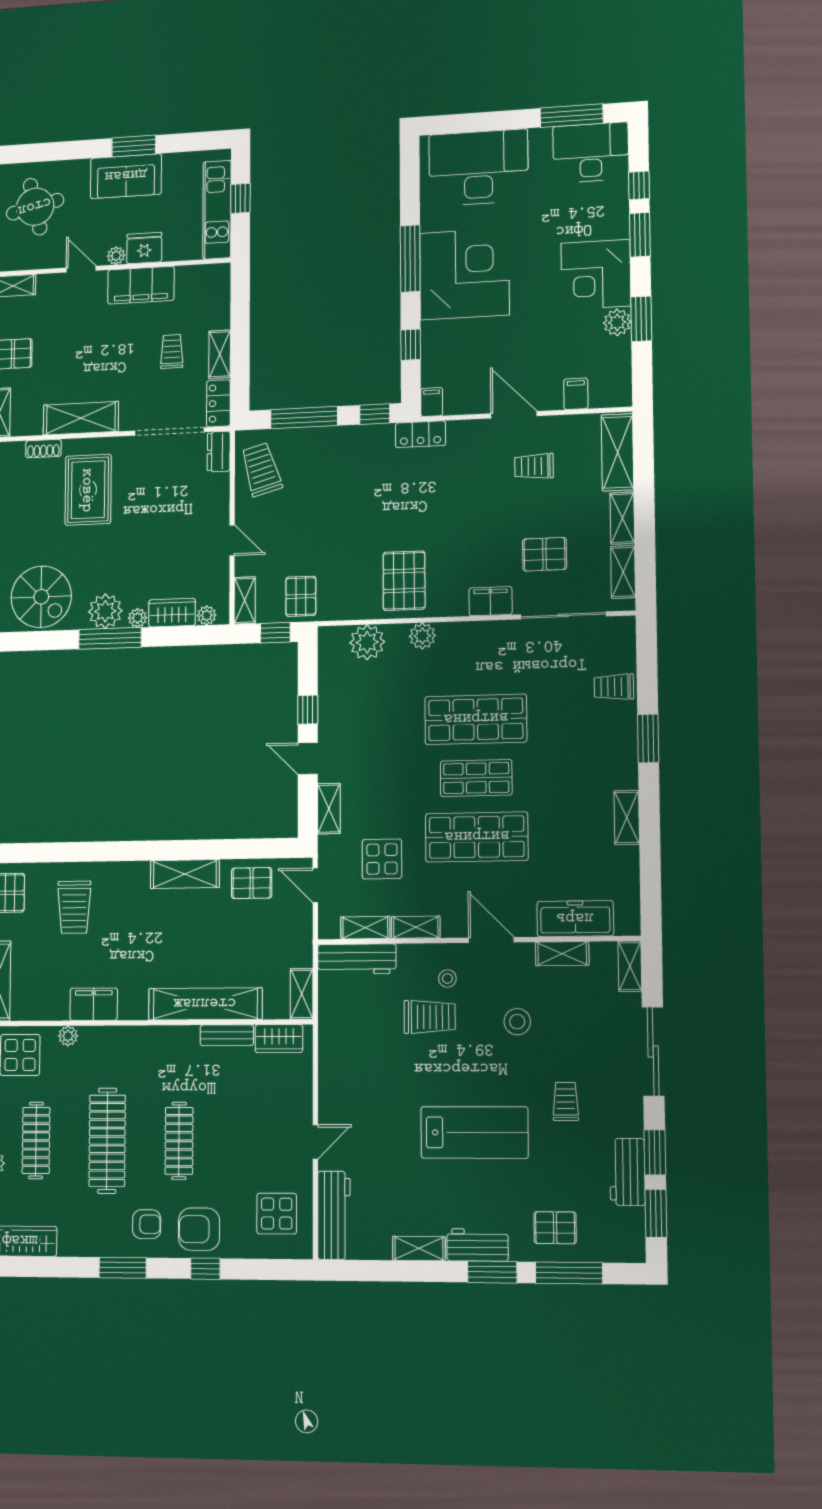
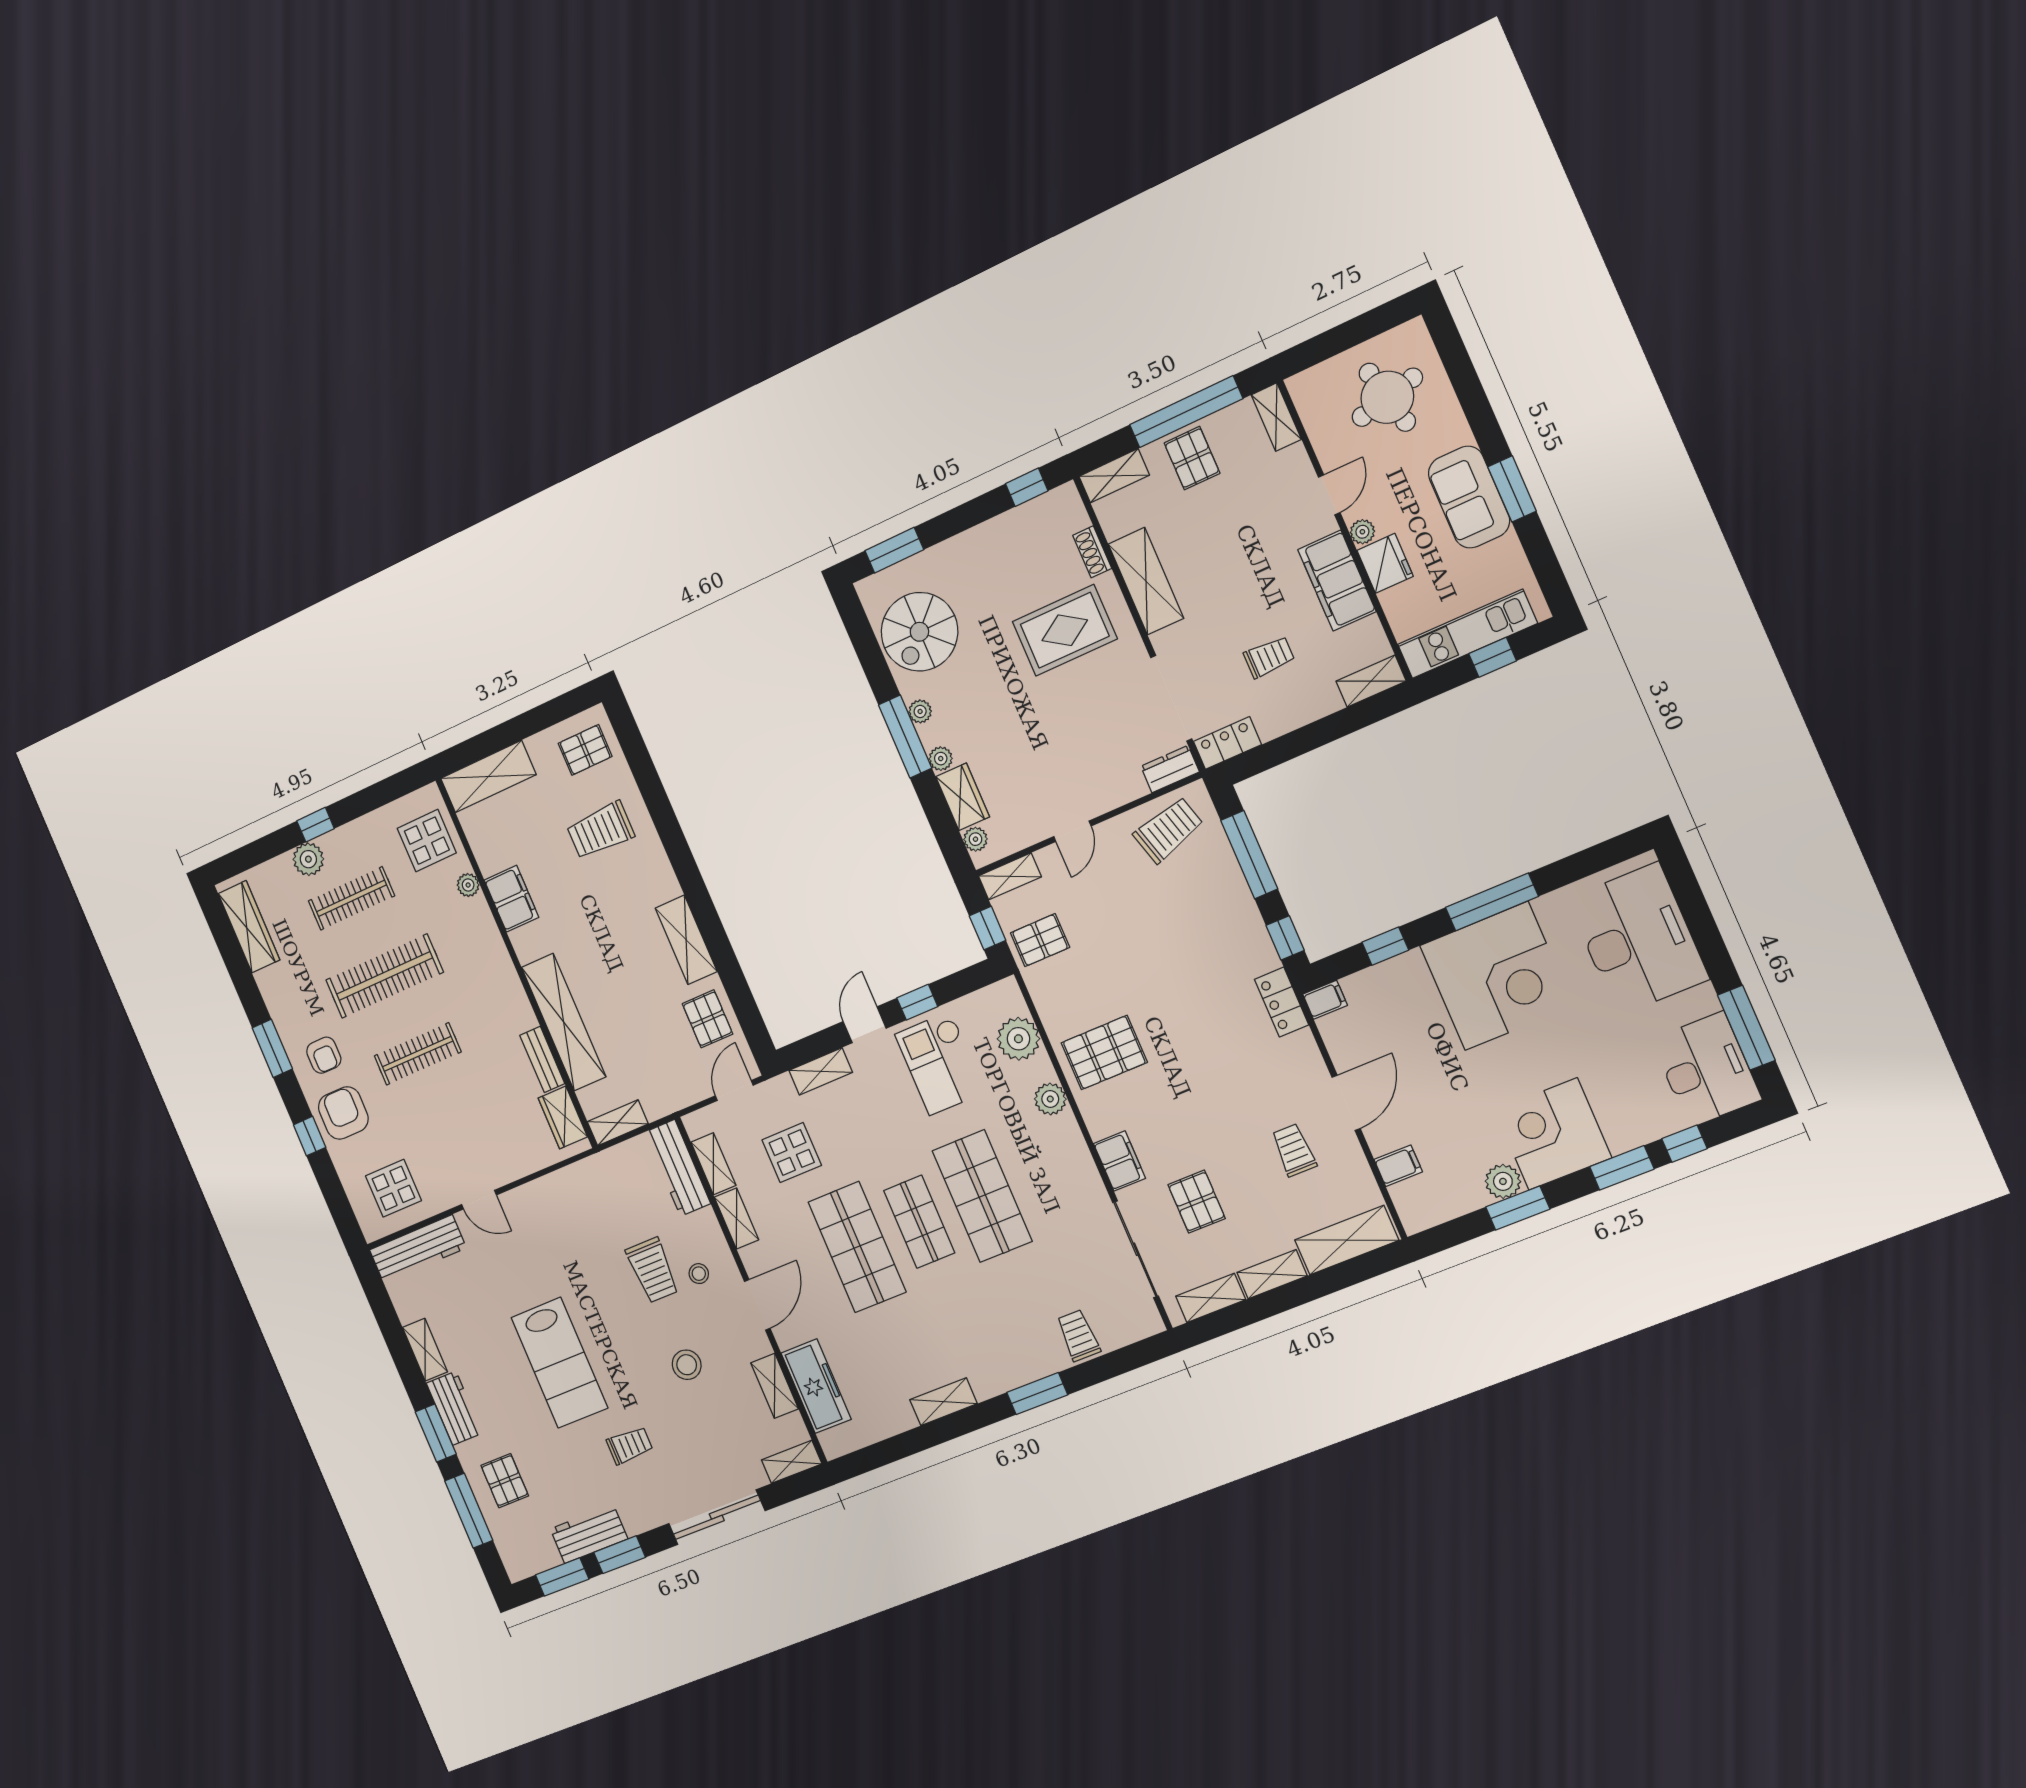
shelving: (220, 354) -> (1371, 681), moved
plant: (105, 611) -> (920, 711), width x0.53, depth x0.53
checkout: (361, 711) -> (940, 1063), added

